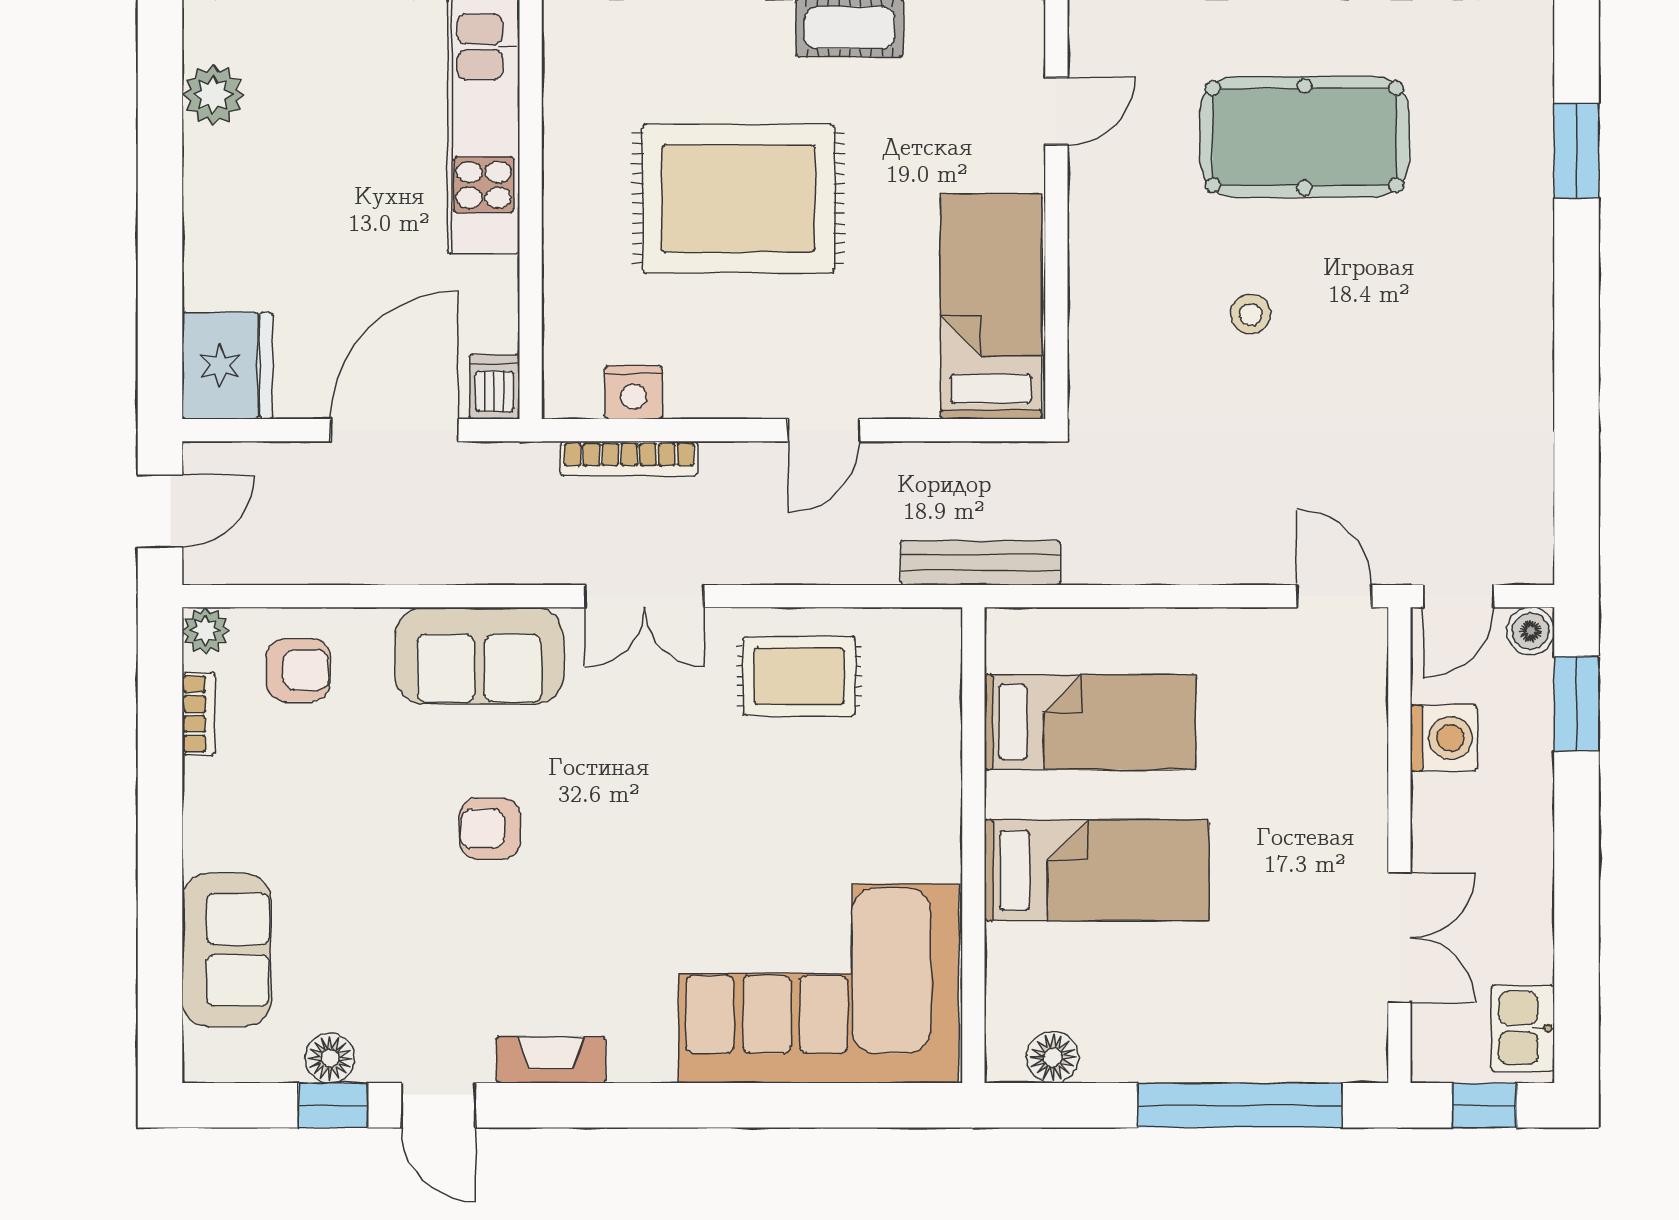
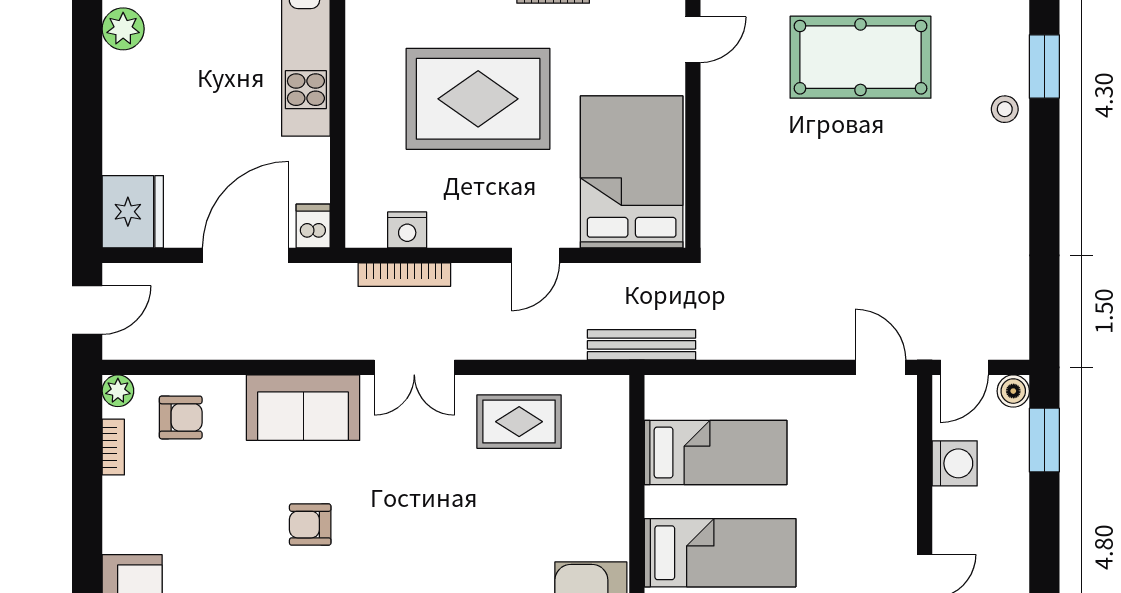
bed: (991, 307) -> (632, 172), width x1.50
stool: (1251, 314) -> (1005, 109), moved

